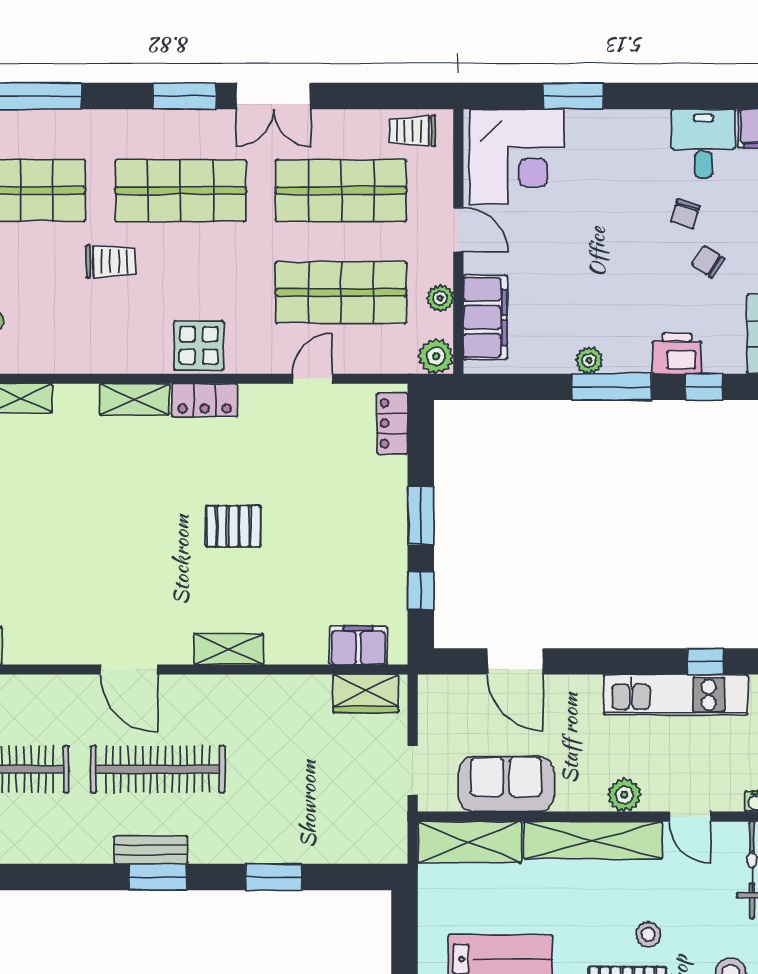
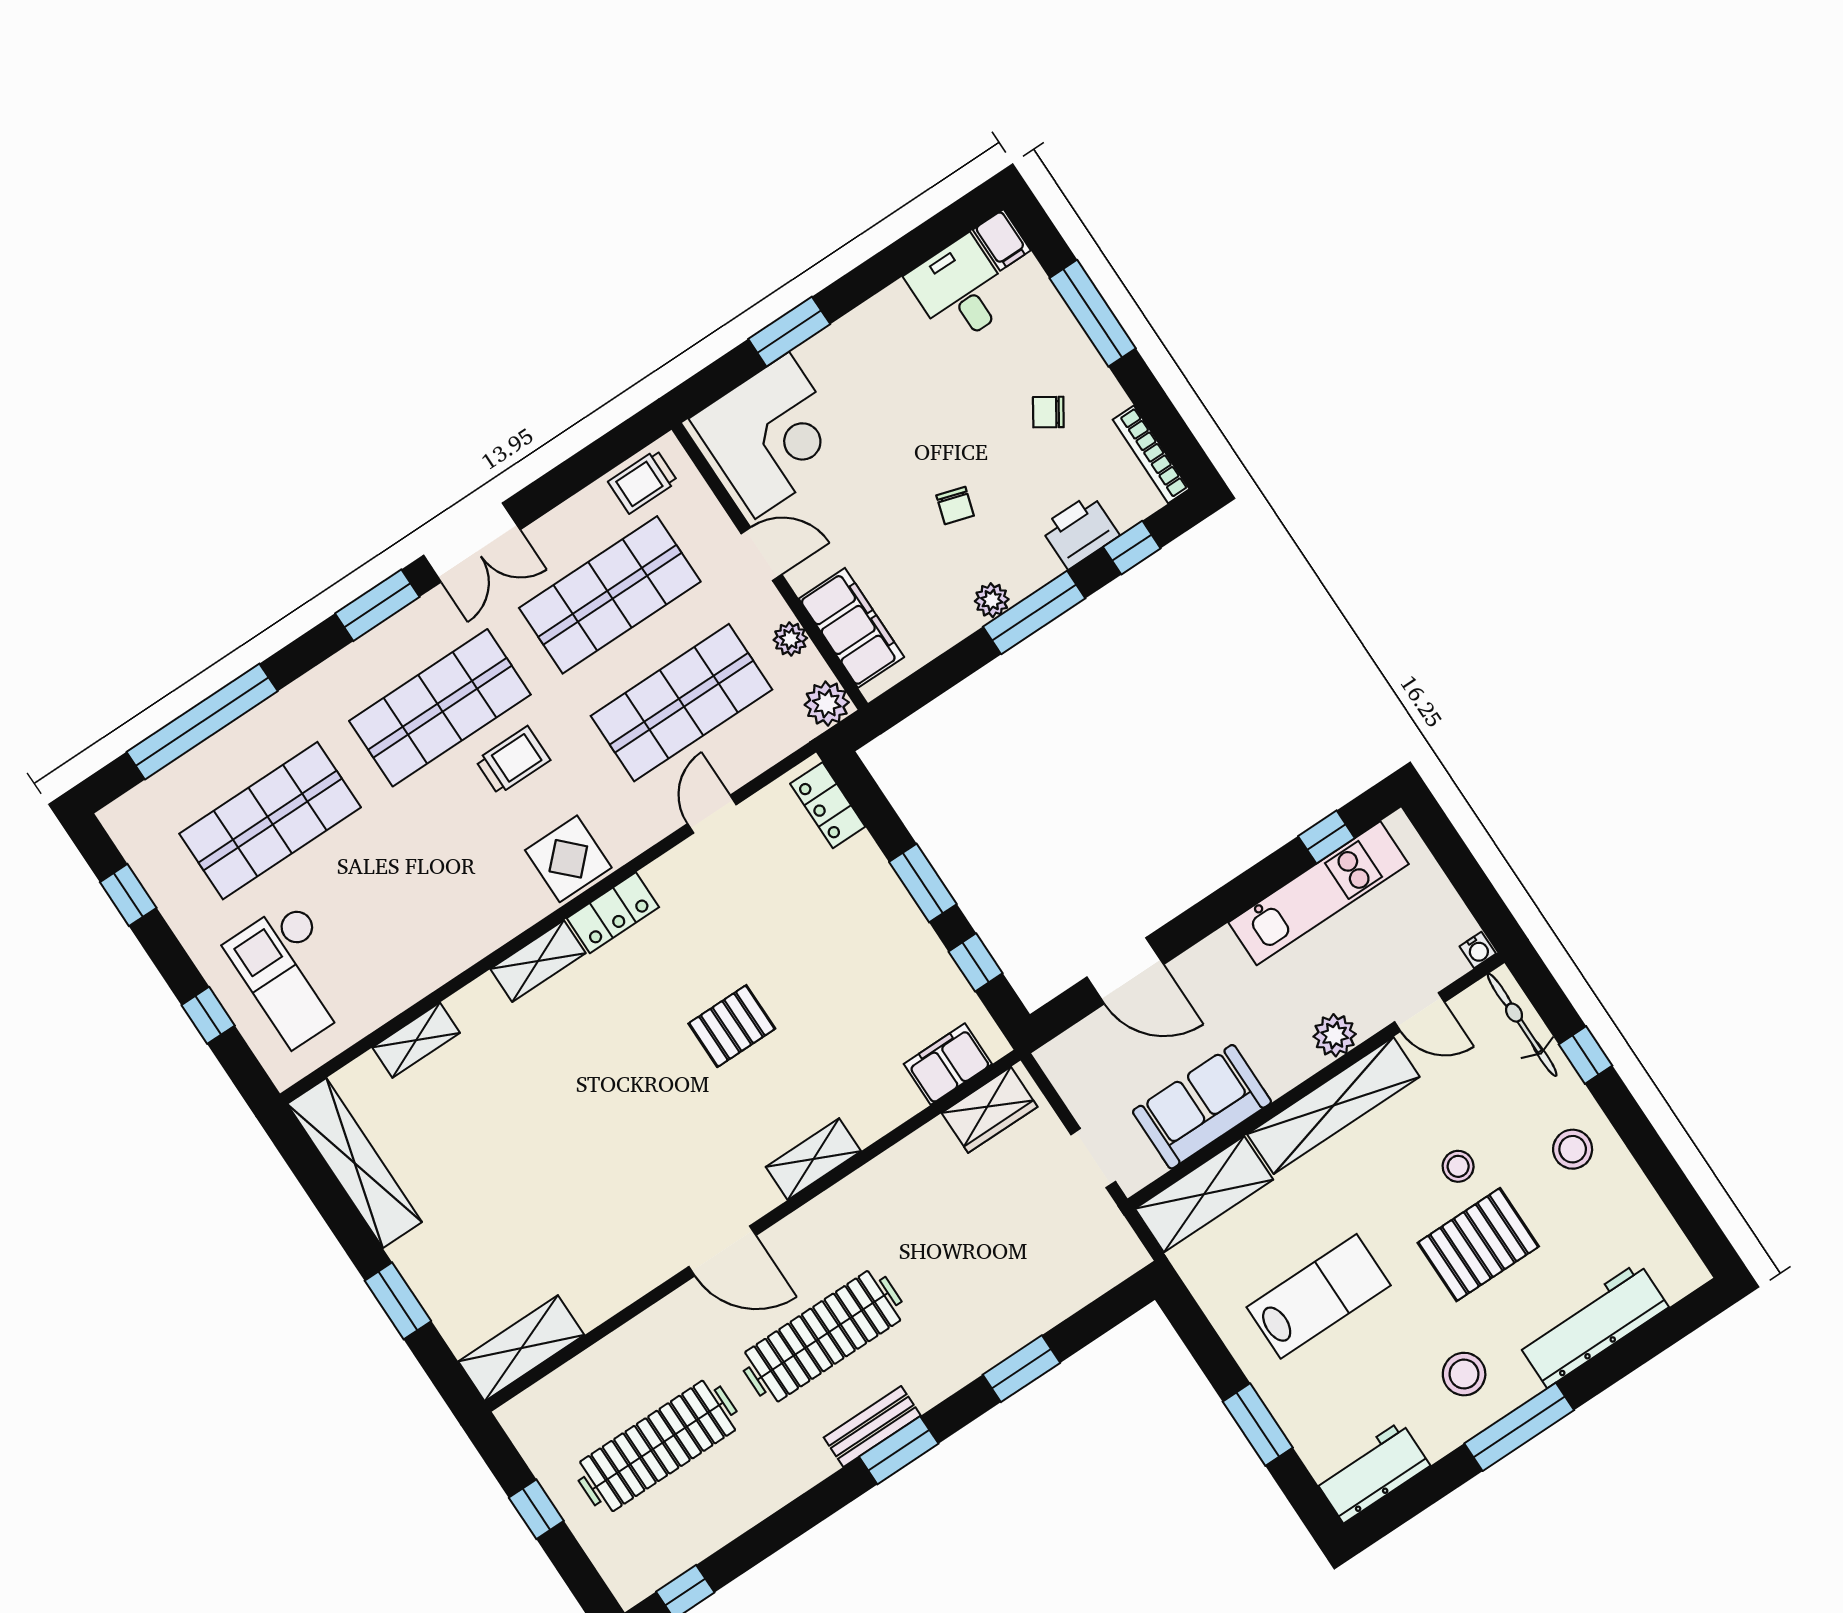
chair: (685, 214) -> (955, 506), moved
trolley: (111, 261) -> (513, 760), moved

